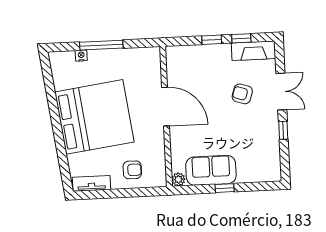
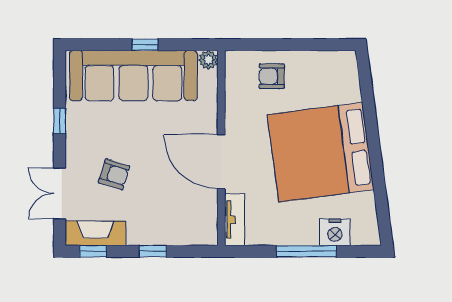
window: (241, 38) -> (93, 251), moved
nightstand: (81, 56) -> (335, 232), width x1.89, depth x1.79
double door: (281, 92) -> (60, 193), moved
sofa: (211, 170) -> (133, 76), width x1.85, depth x1.27
tv unit: (91, 183) -> (235, 220), moved, turned -90

